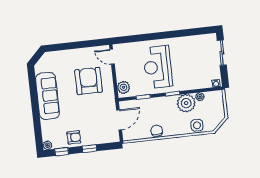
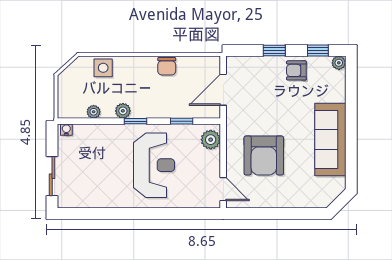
plant: (186, 103) -> (123, 111), width x0.53, depth x0.53

